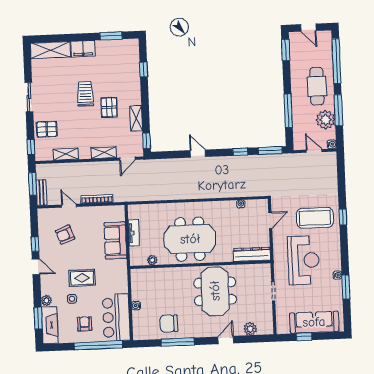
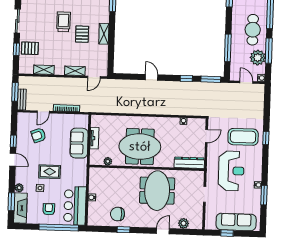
shelving: (136, 118) -> (104, 34), moved
window: (147, 141) -> (111, 64), removed
window: (31, 147) -> (16, 49), moved
door: (69, 206) -> (43, 112), swing flipped
window: (178, 342) -> (124, 230), width x0.46

